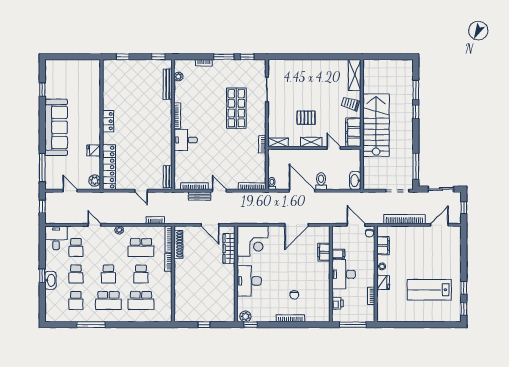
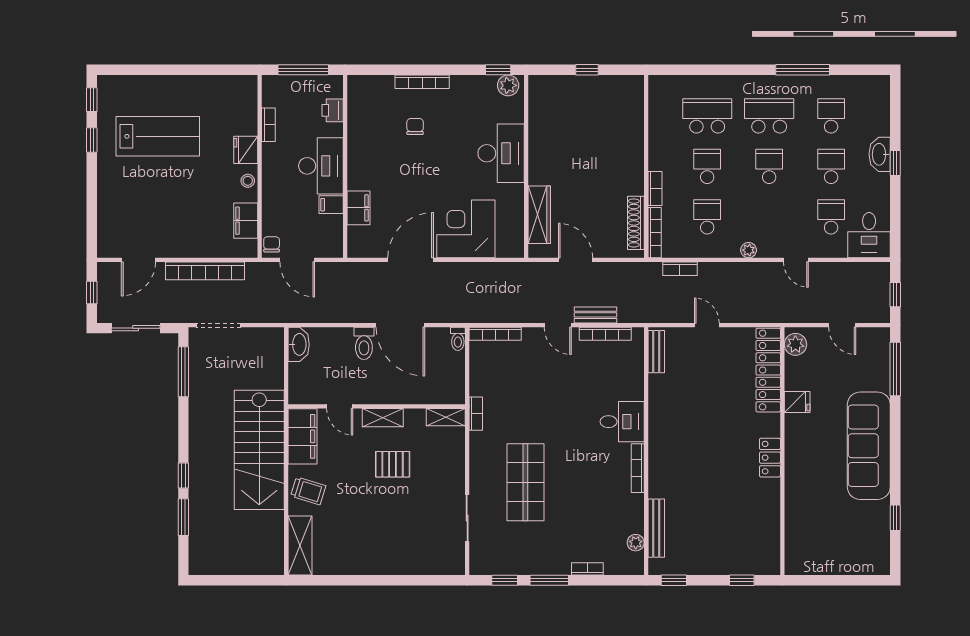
corner desk: (253, 241) -> (466, 229), moved
school desk: (141, 247) -> (707, 217), width x0.54

